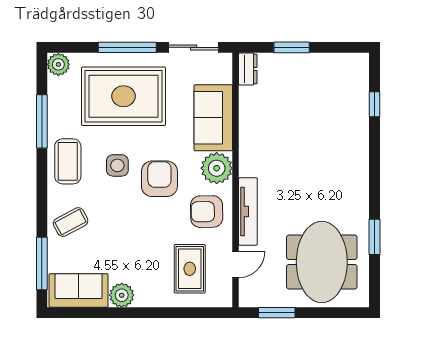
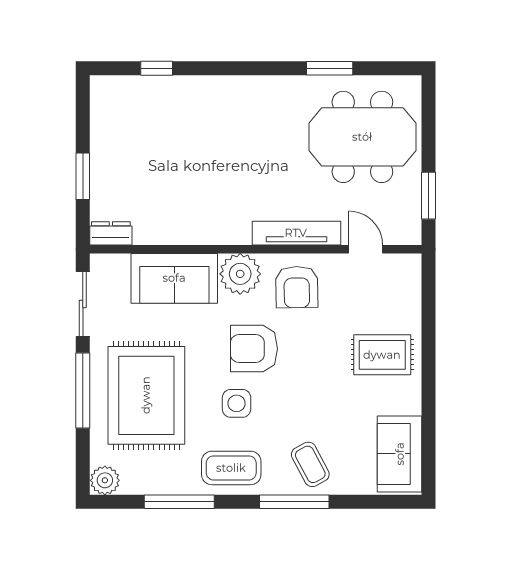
window: (42, 264) -> (294, 502), moved
rug: (190, 269) -> (382, 355), moved
plant: (122, 295) -> (406, 398), removed

